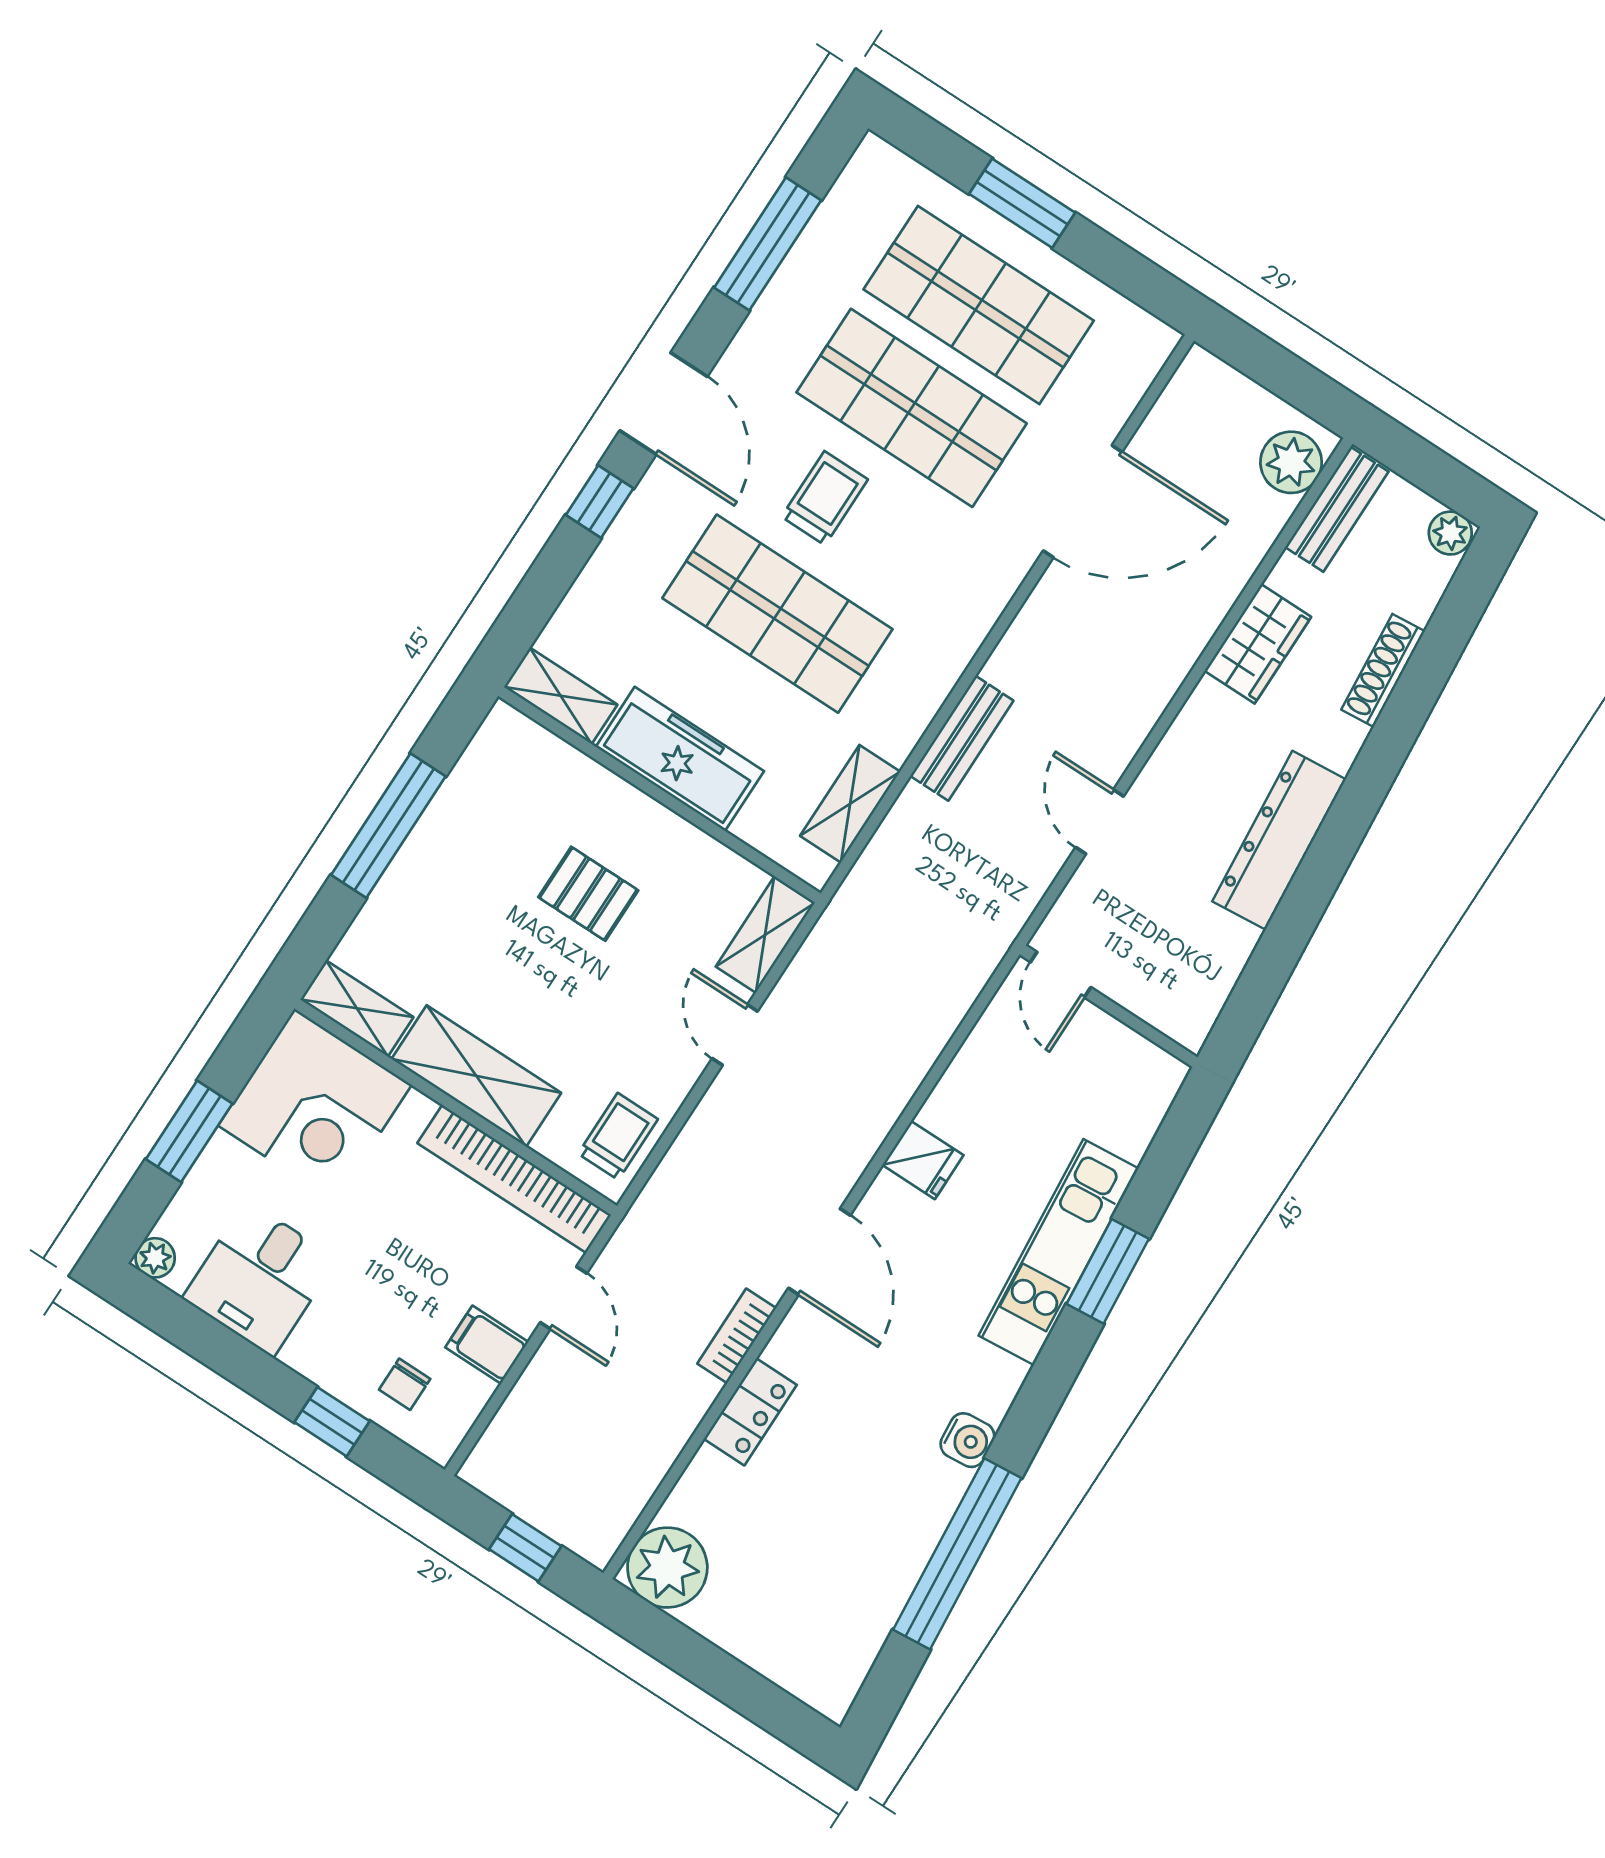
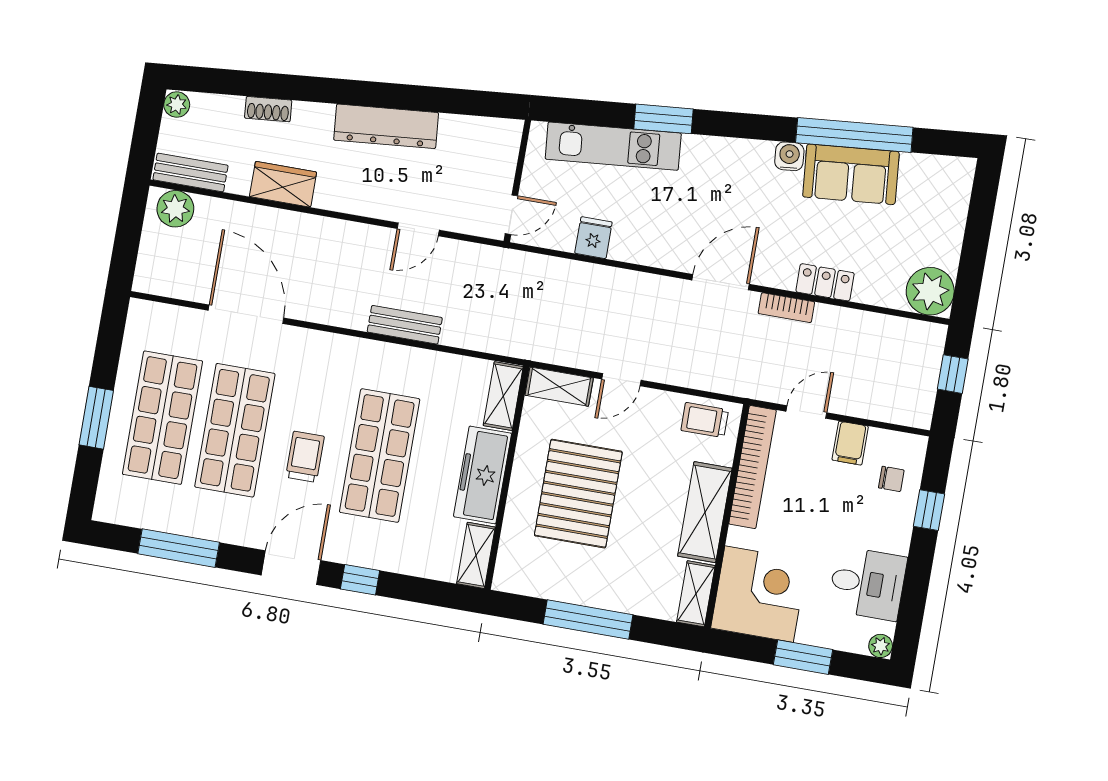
trolley: (825, 498) -> (305, 457), turned 90
shoe rack: (1383, 670) -> (268, 109), width x0.70
shelving: (850, 804) -> (503, 396), moved, turned 90
pallet: (588, 894) -> (578, 494), width x2.05, depth x2.00
fridge: (923, 1160) -> (593, 238), moved
kitchen unit: (1059, 1252) -> (613, 146), moved
sofa: (899, 1523) -> (851, 174), added

